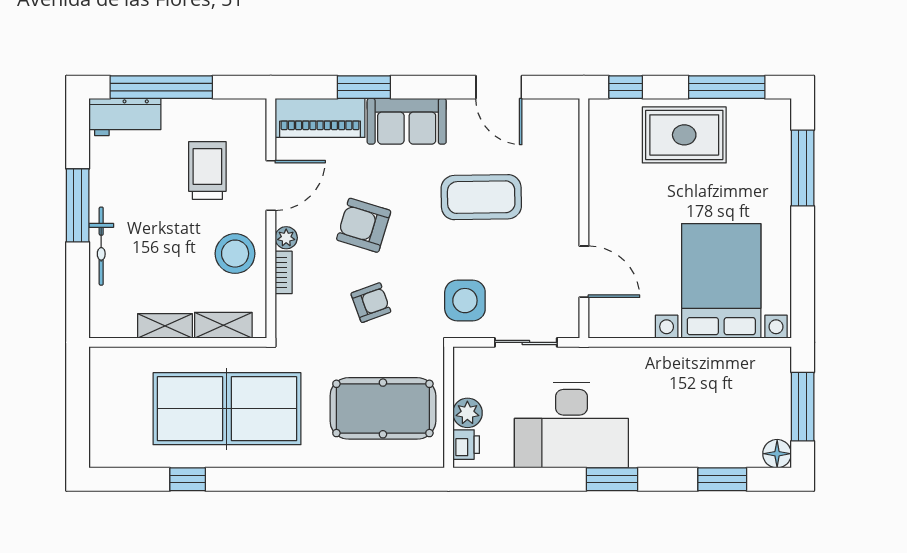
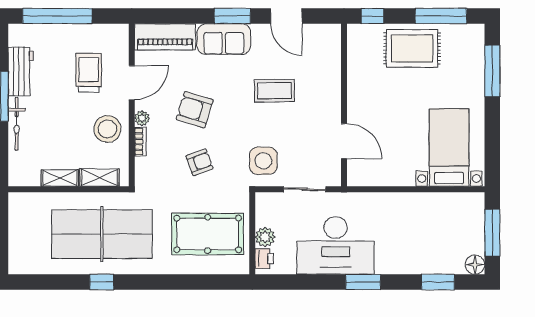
window: (364, 87) -> (232, 16), moved
workbench: (125, 117) -> (21, 71), moved, turned -90
coffee table: (481, 197) -> (274, 91), width x0.73, depth x0.76
bed with nightstands: (721, 281) -> (449, 147), width x0.73
window: (188, 479) -> (102, 282), moved

